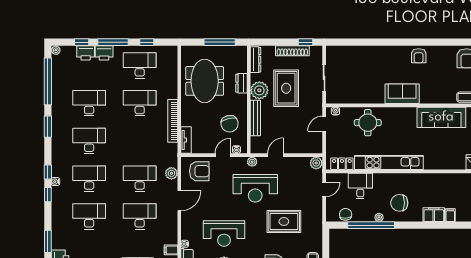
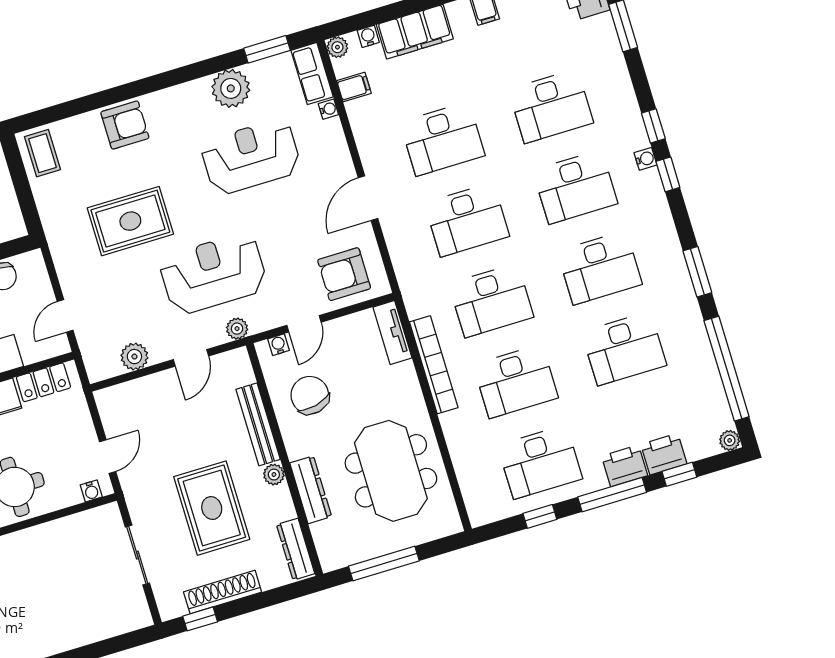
dresser: (241, 83) -> (311, 490), width x1.44
plant: (259, 90) -> (274, 475), width x0.53, depth x0.53
desk: (140, 141) -> (491, 300), added
plant: (316, 163) -> (134, 357), moved
plant: (171, 173) -> (402, 252), removed

